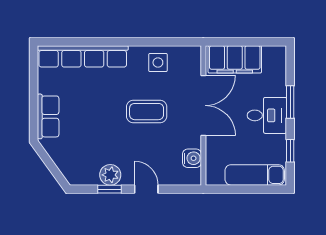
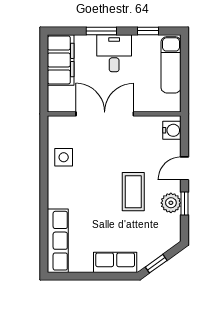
row of seats: (83, 56) -> (58, 241), width x0.73
filing cabinet: (235, 59) -> (61, 60), moved
coffee table: (147, 112) -> (133, 192), moved
water cooler: (192, 158) -> (172, 130), moved, turned 90
window: (47, 159) -> (156, 264), added

